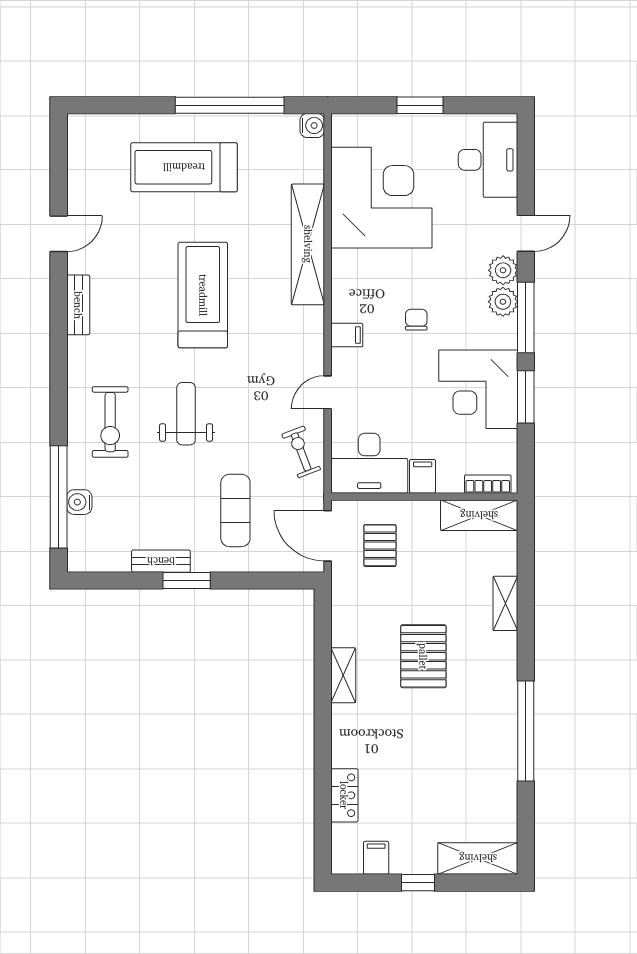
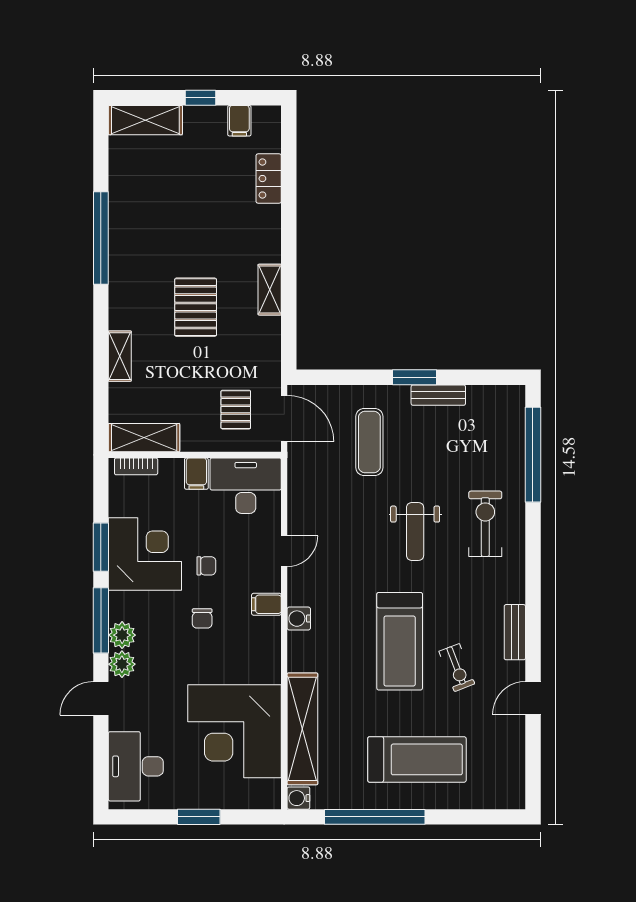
shelving: (308, 244) -> (302, 729), moved
chair: (412, 377) -> (206, 566), added
exercise bike: (301, 452) -> (457, 668), moved
water cooler: (79, 502) -> (299, 619), moved, turned 180

